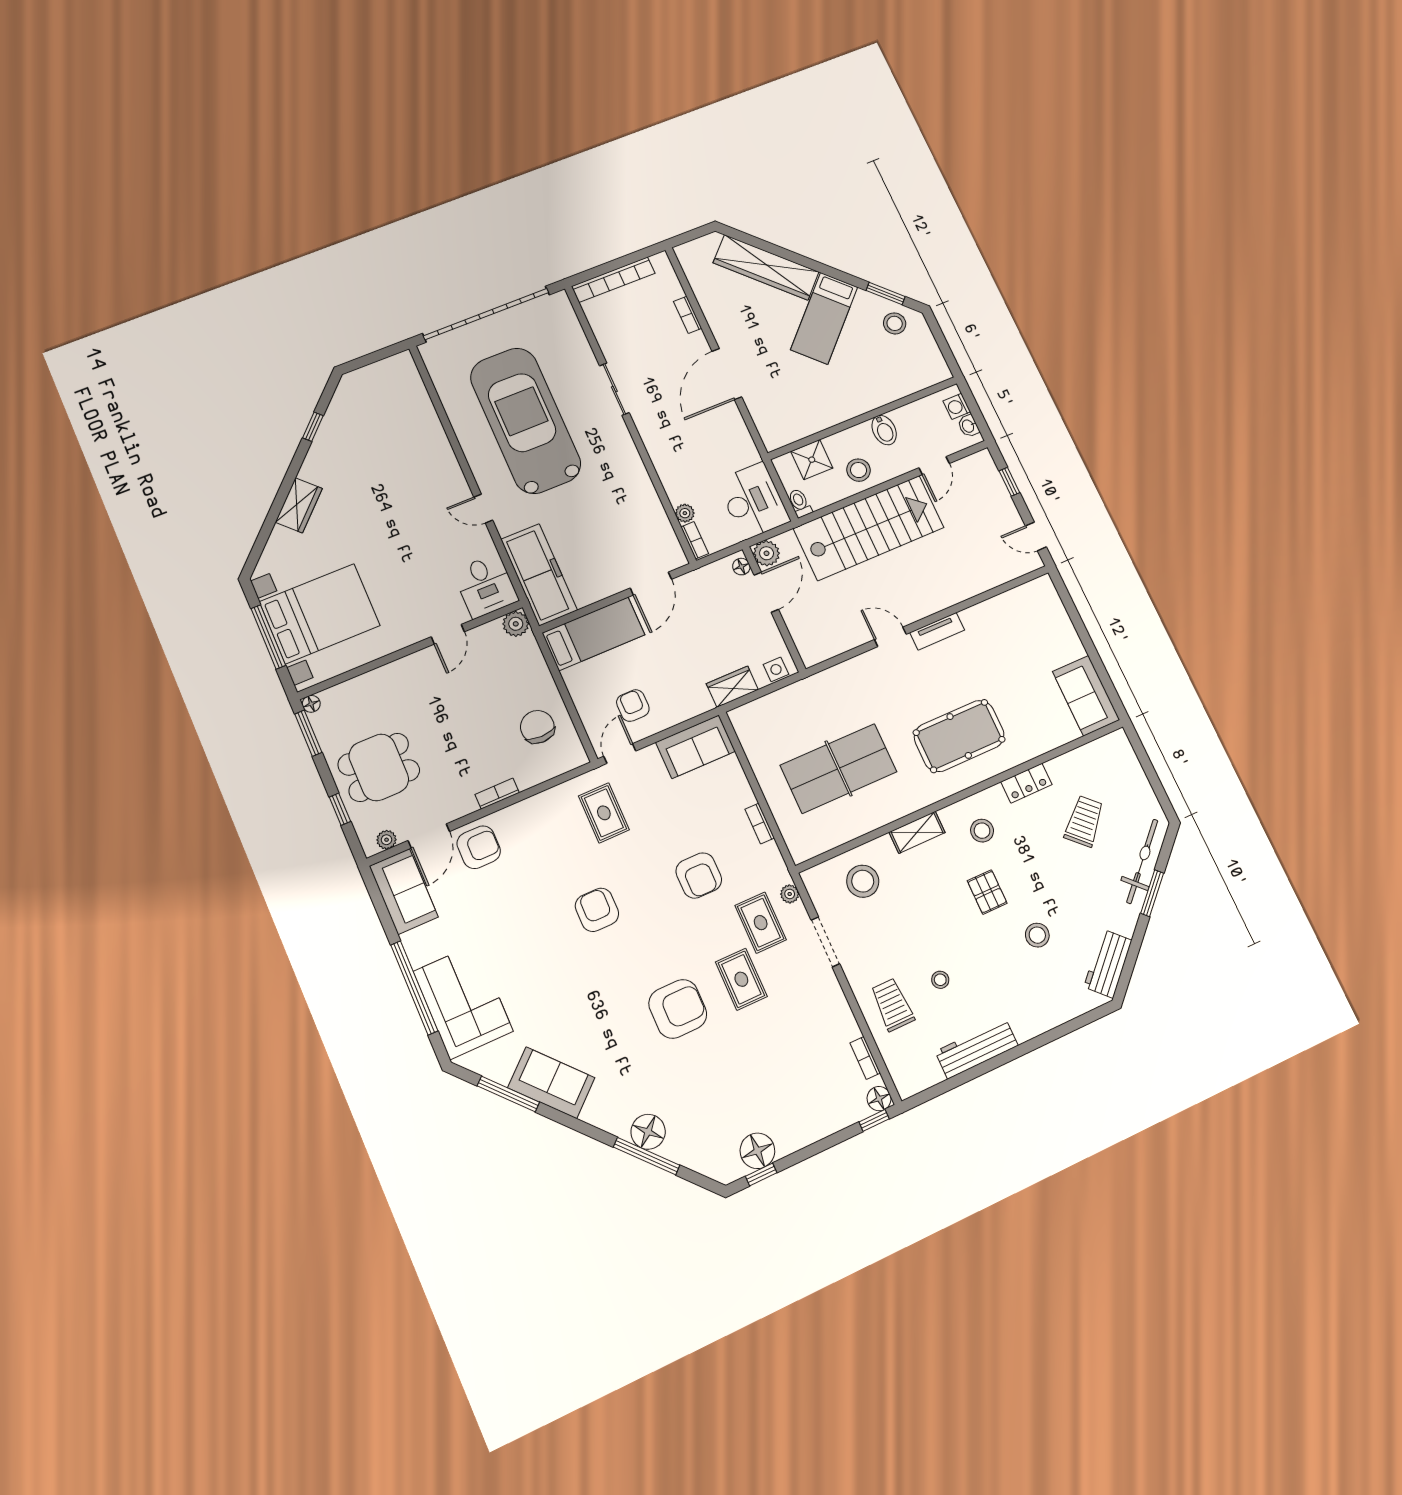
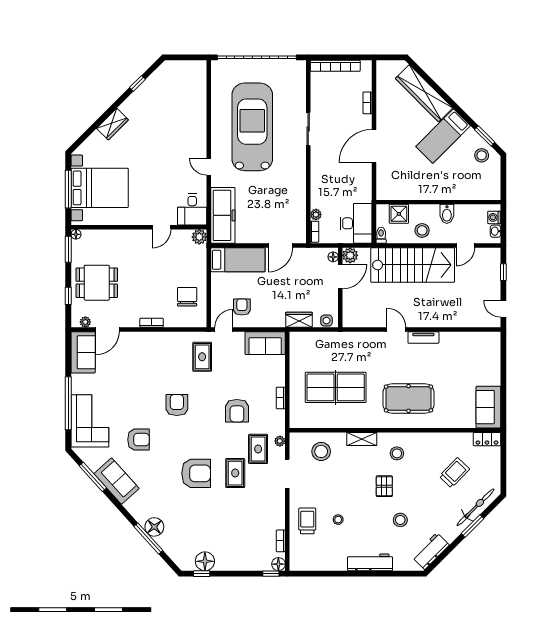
locker: (1026, 783) -> (487, 439), moved
armchair: (479, 847) -> (138, 440), moved
workbench: (977, 1049) -> (370, 562), moved

